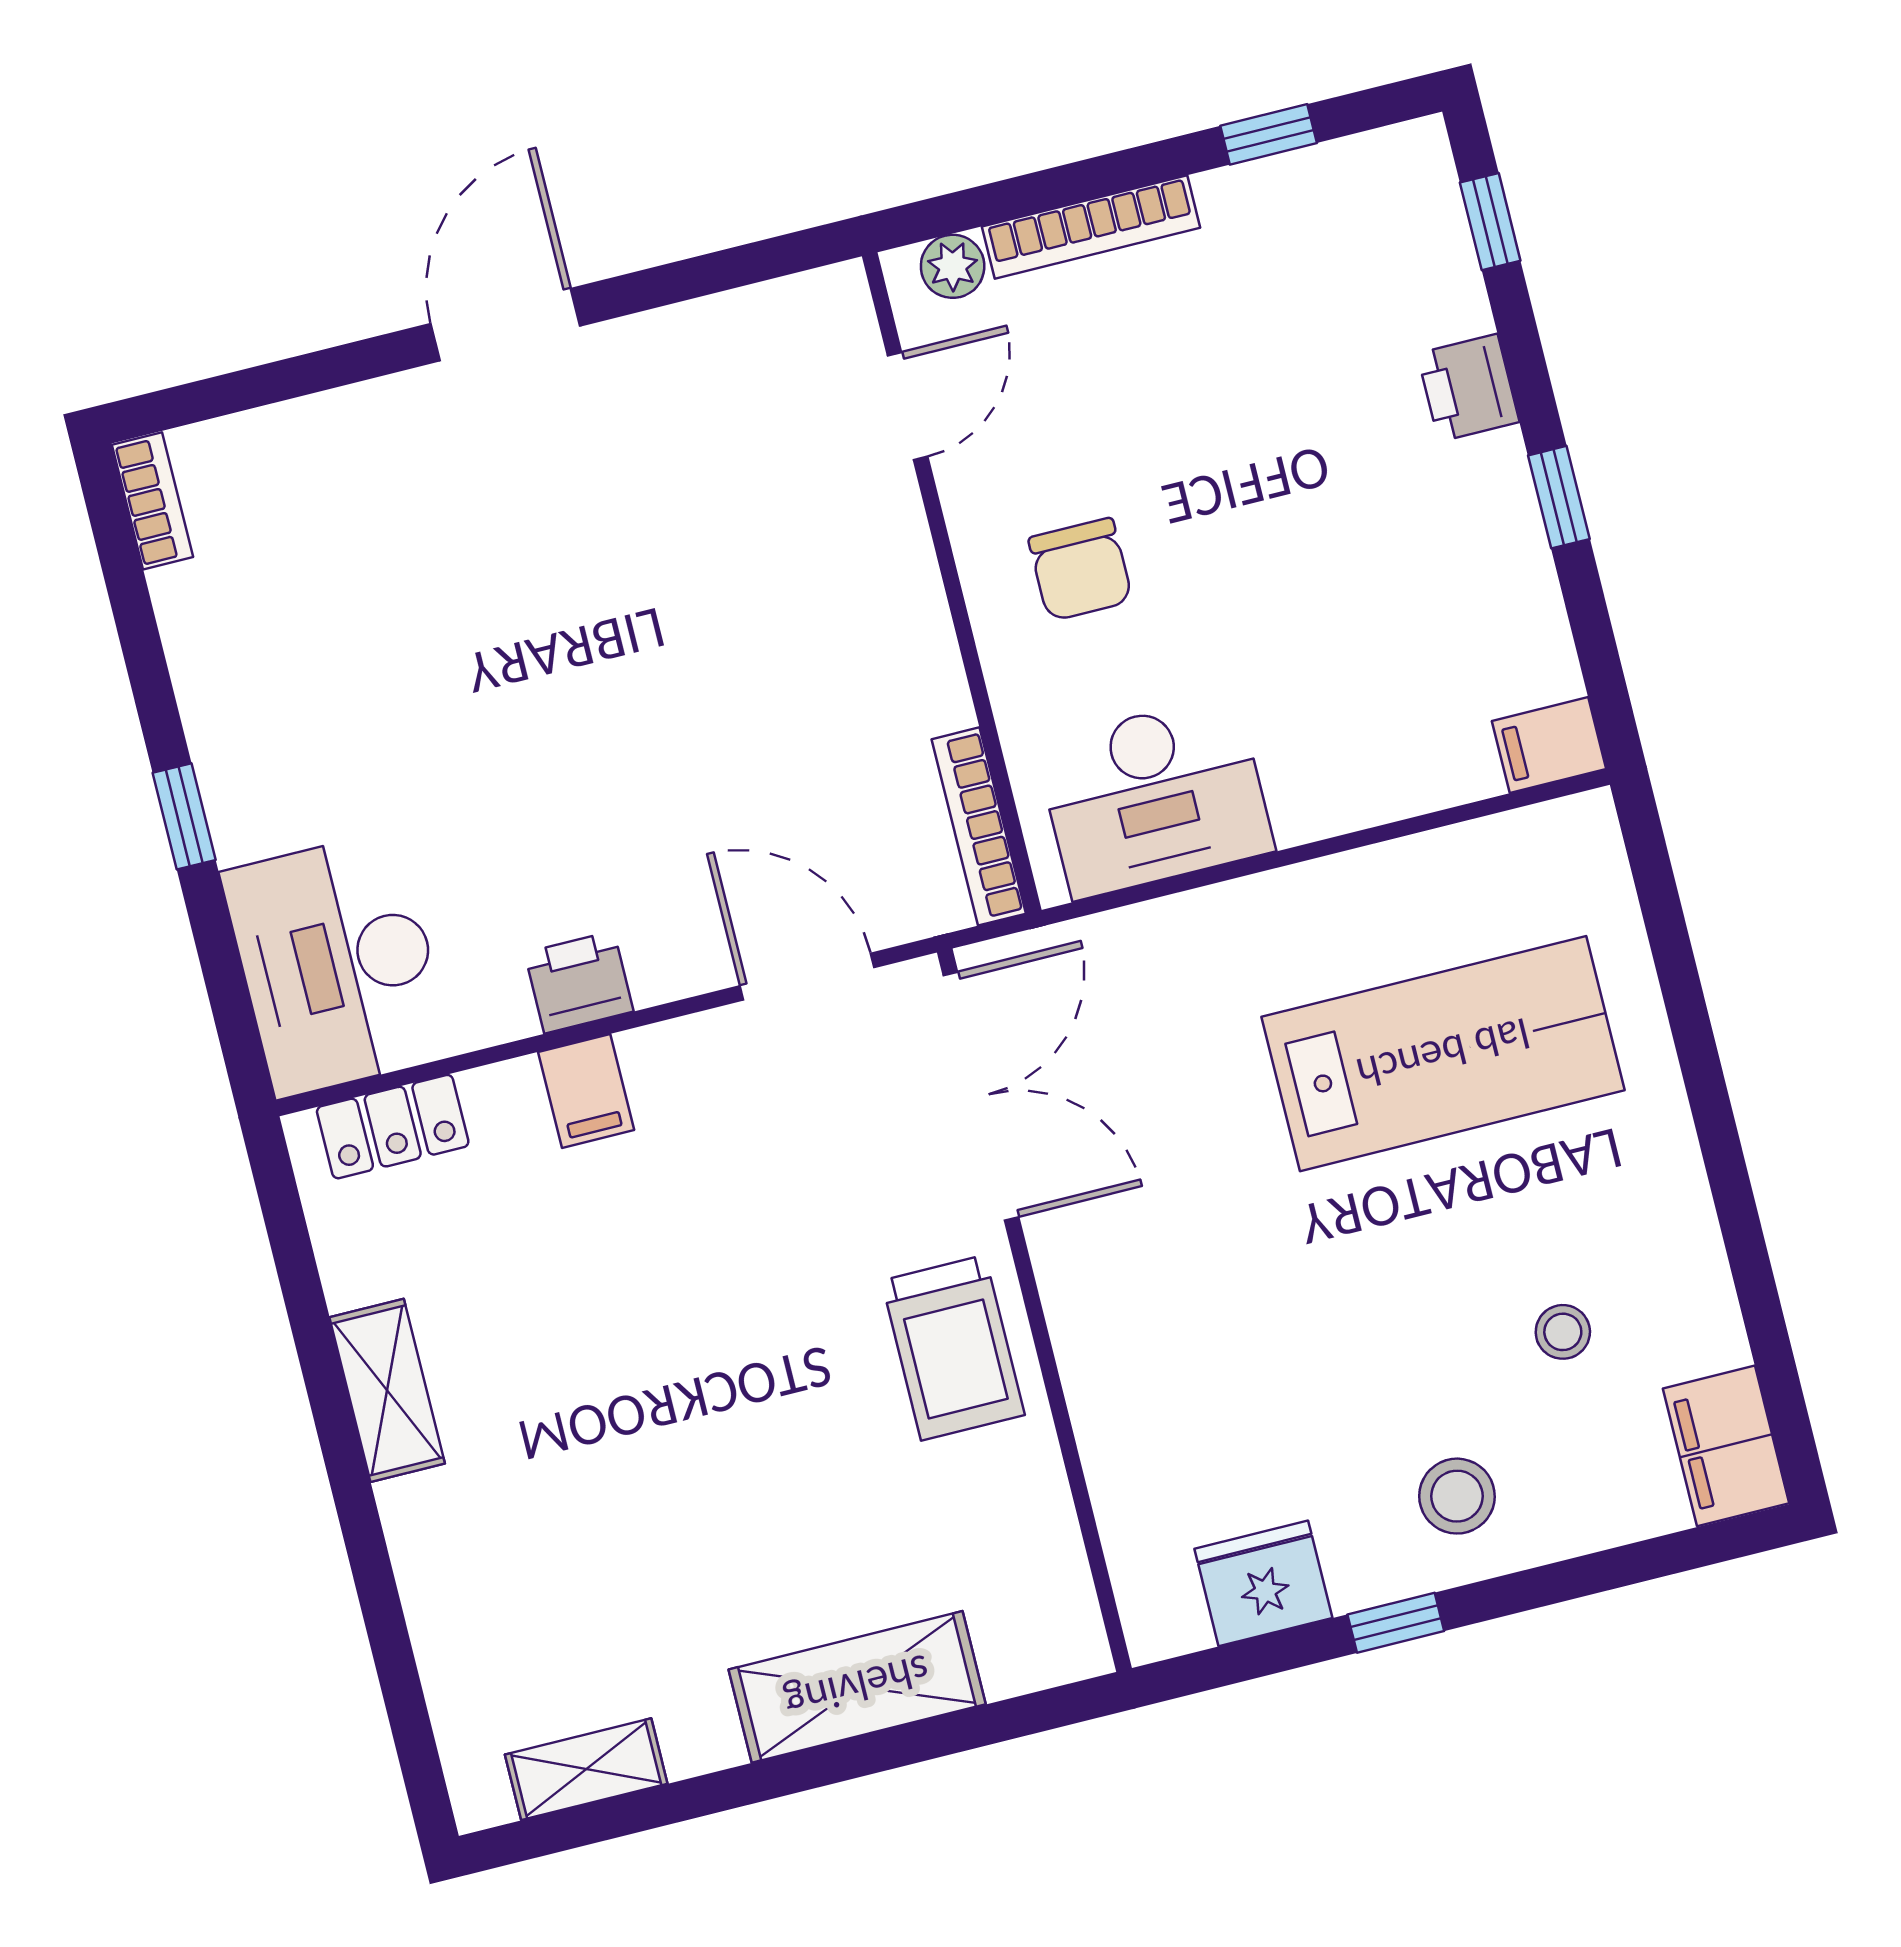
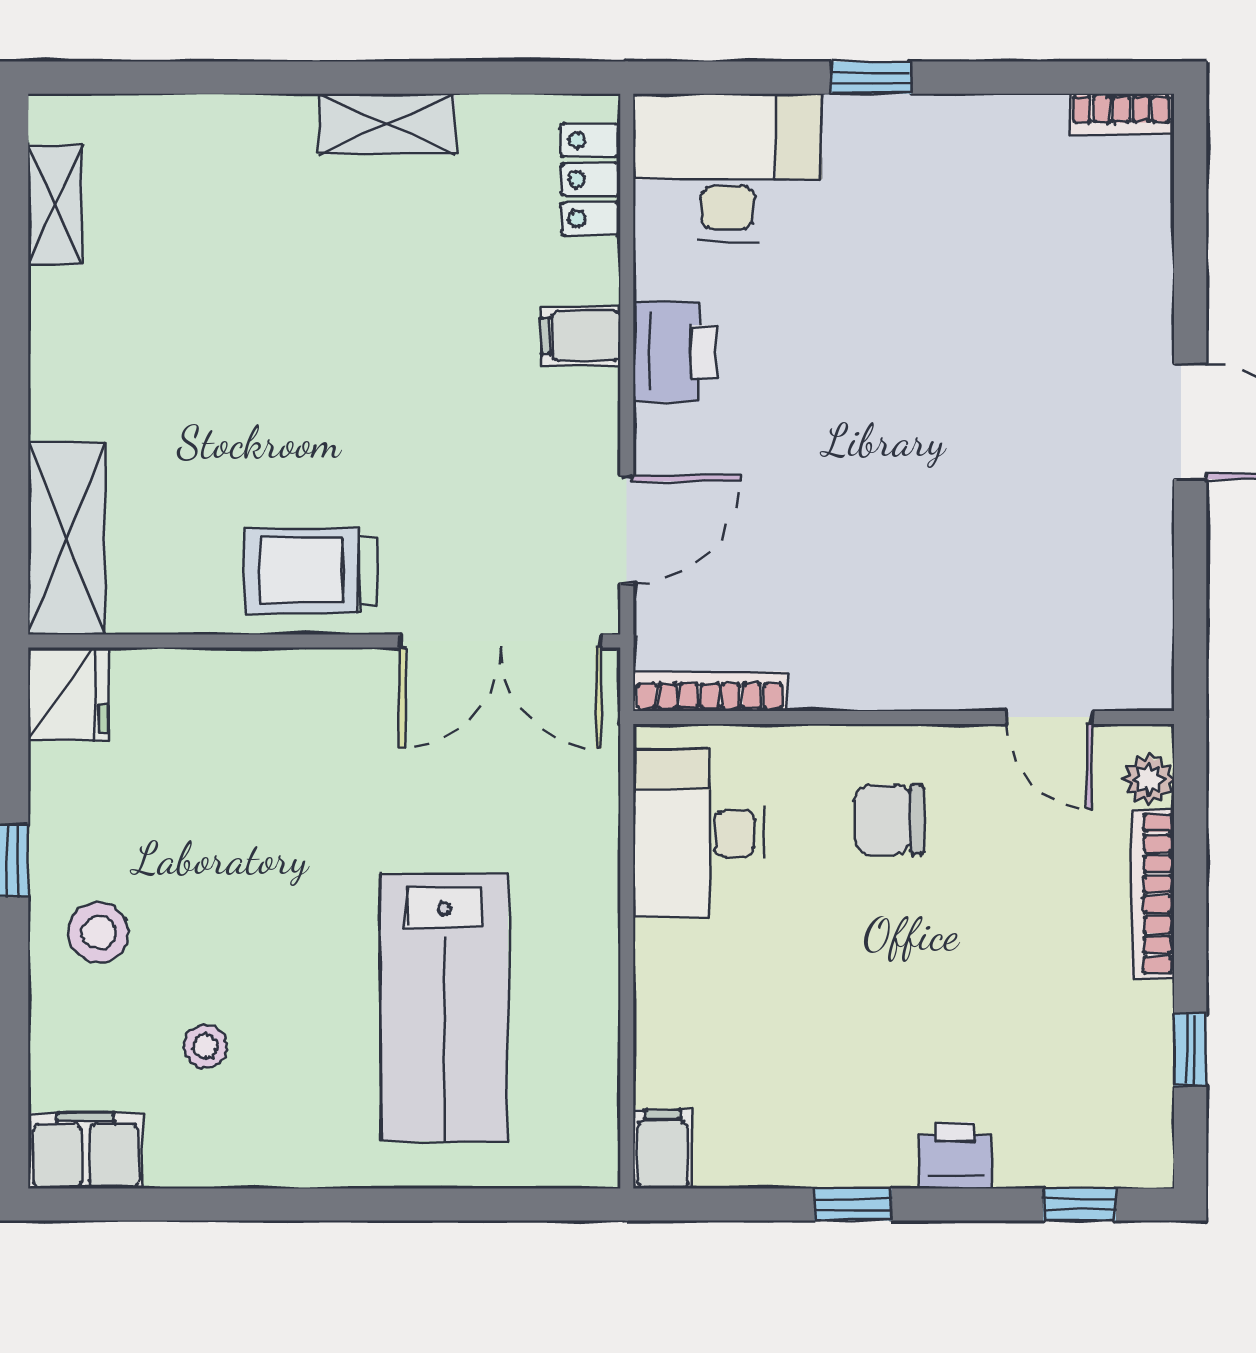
printer: (579, 982) -> (674, 352), width x1.36, depth x1.24
fridge: (1263, 1583) -> (68, 694), moved
shelving: (857, 1687) -> (67, 538), moved

